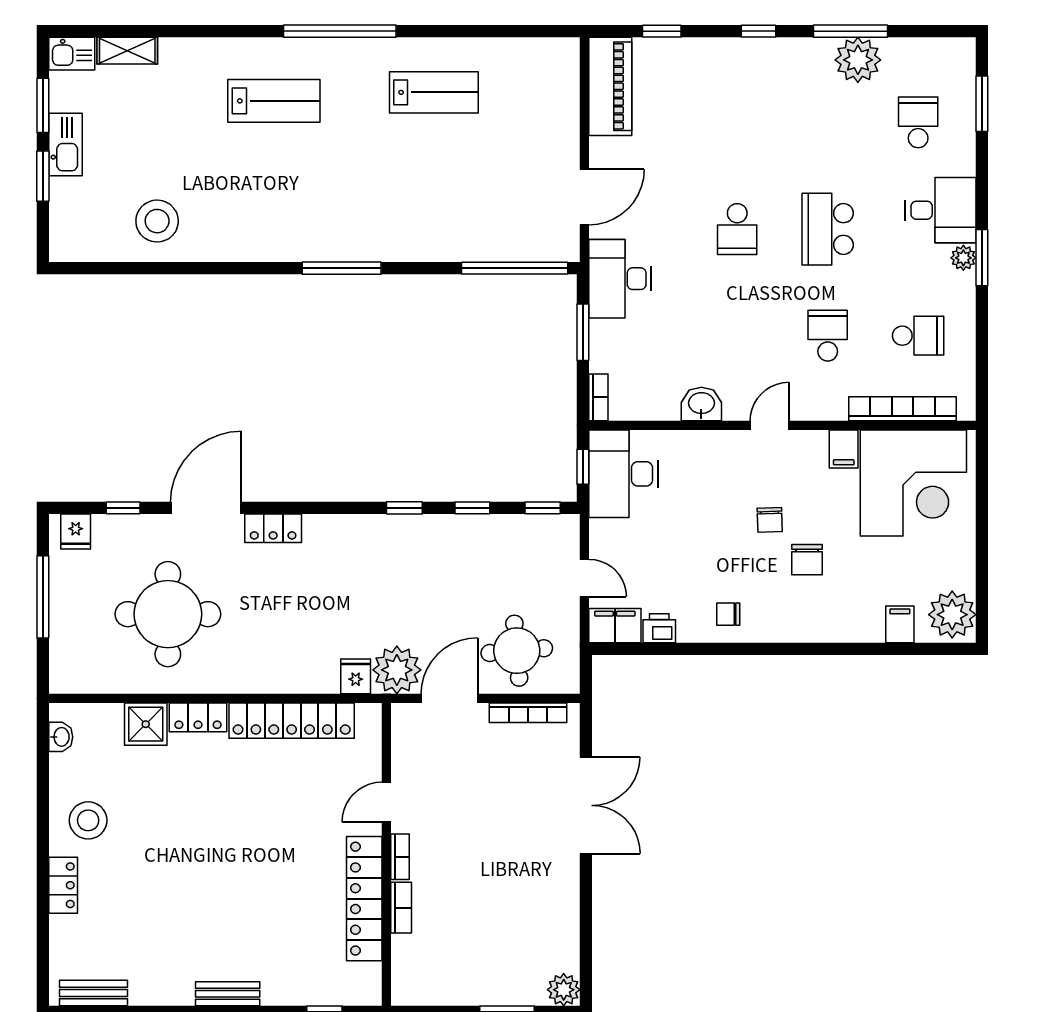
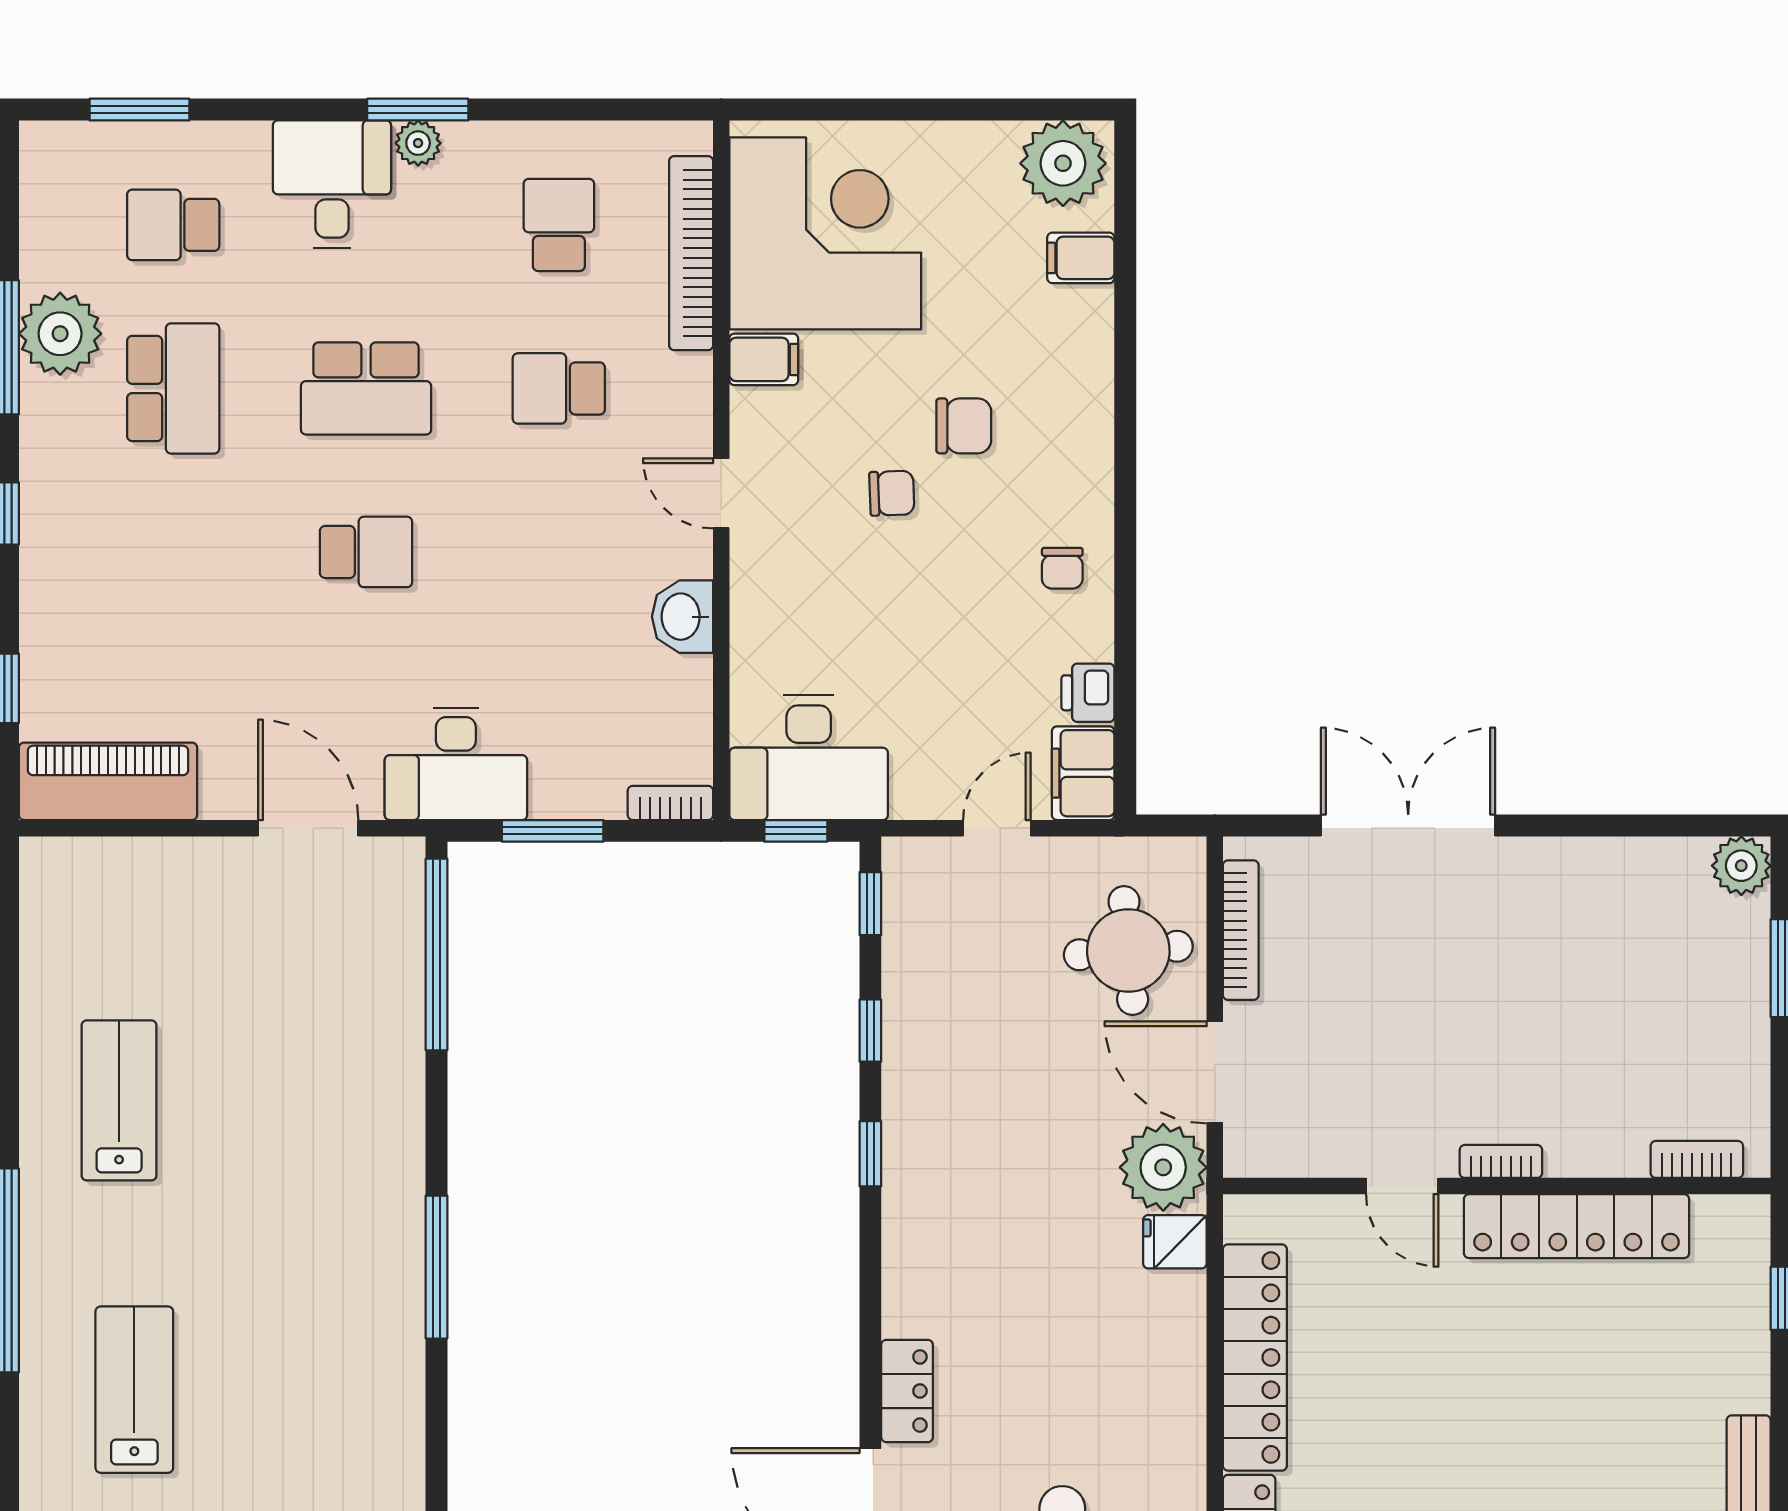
school desk: (828, 122) -> (173, 388), added
bookcase: (401, 908) -> (1697, 1159), moved

